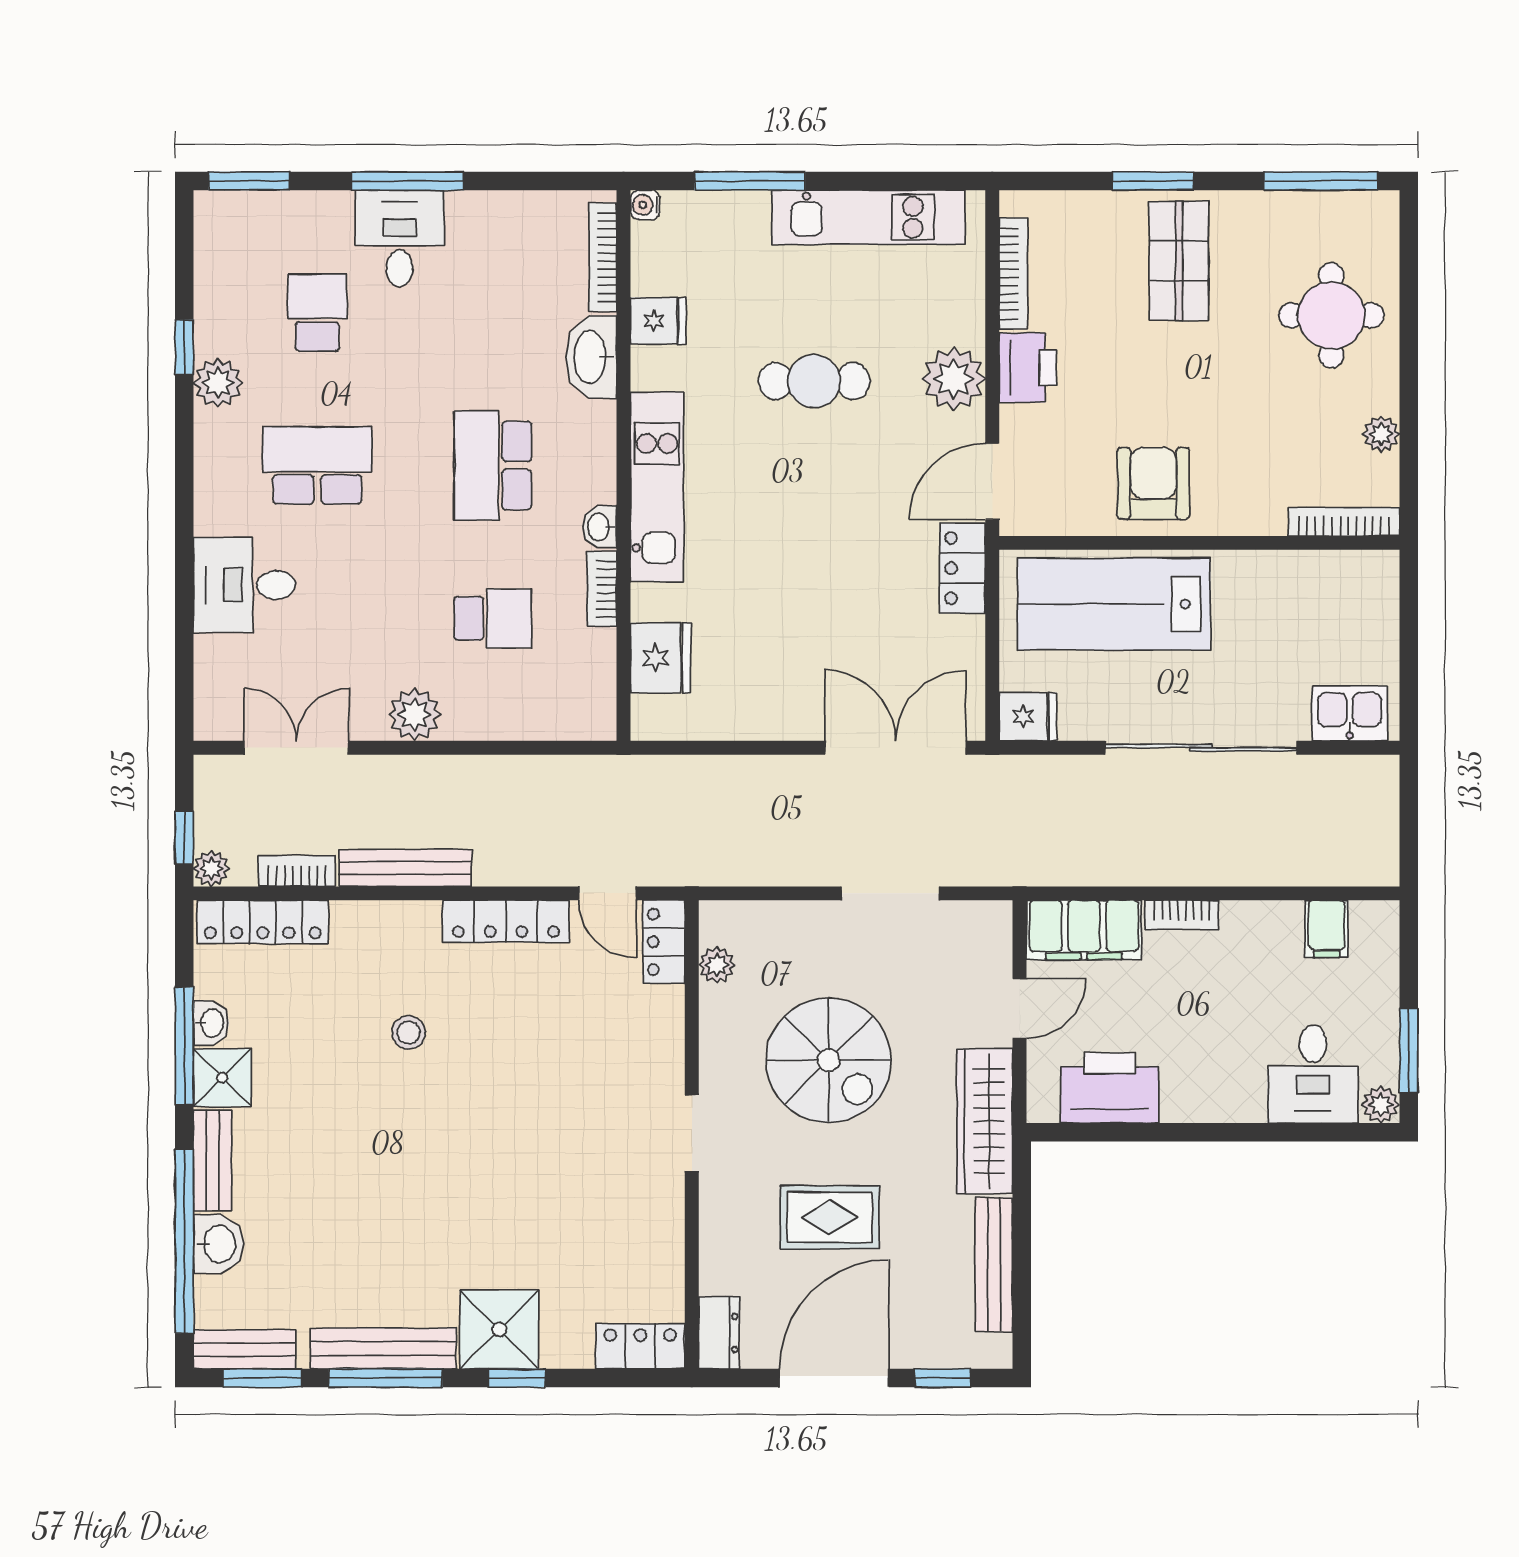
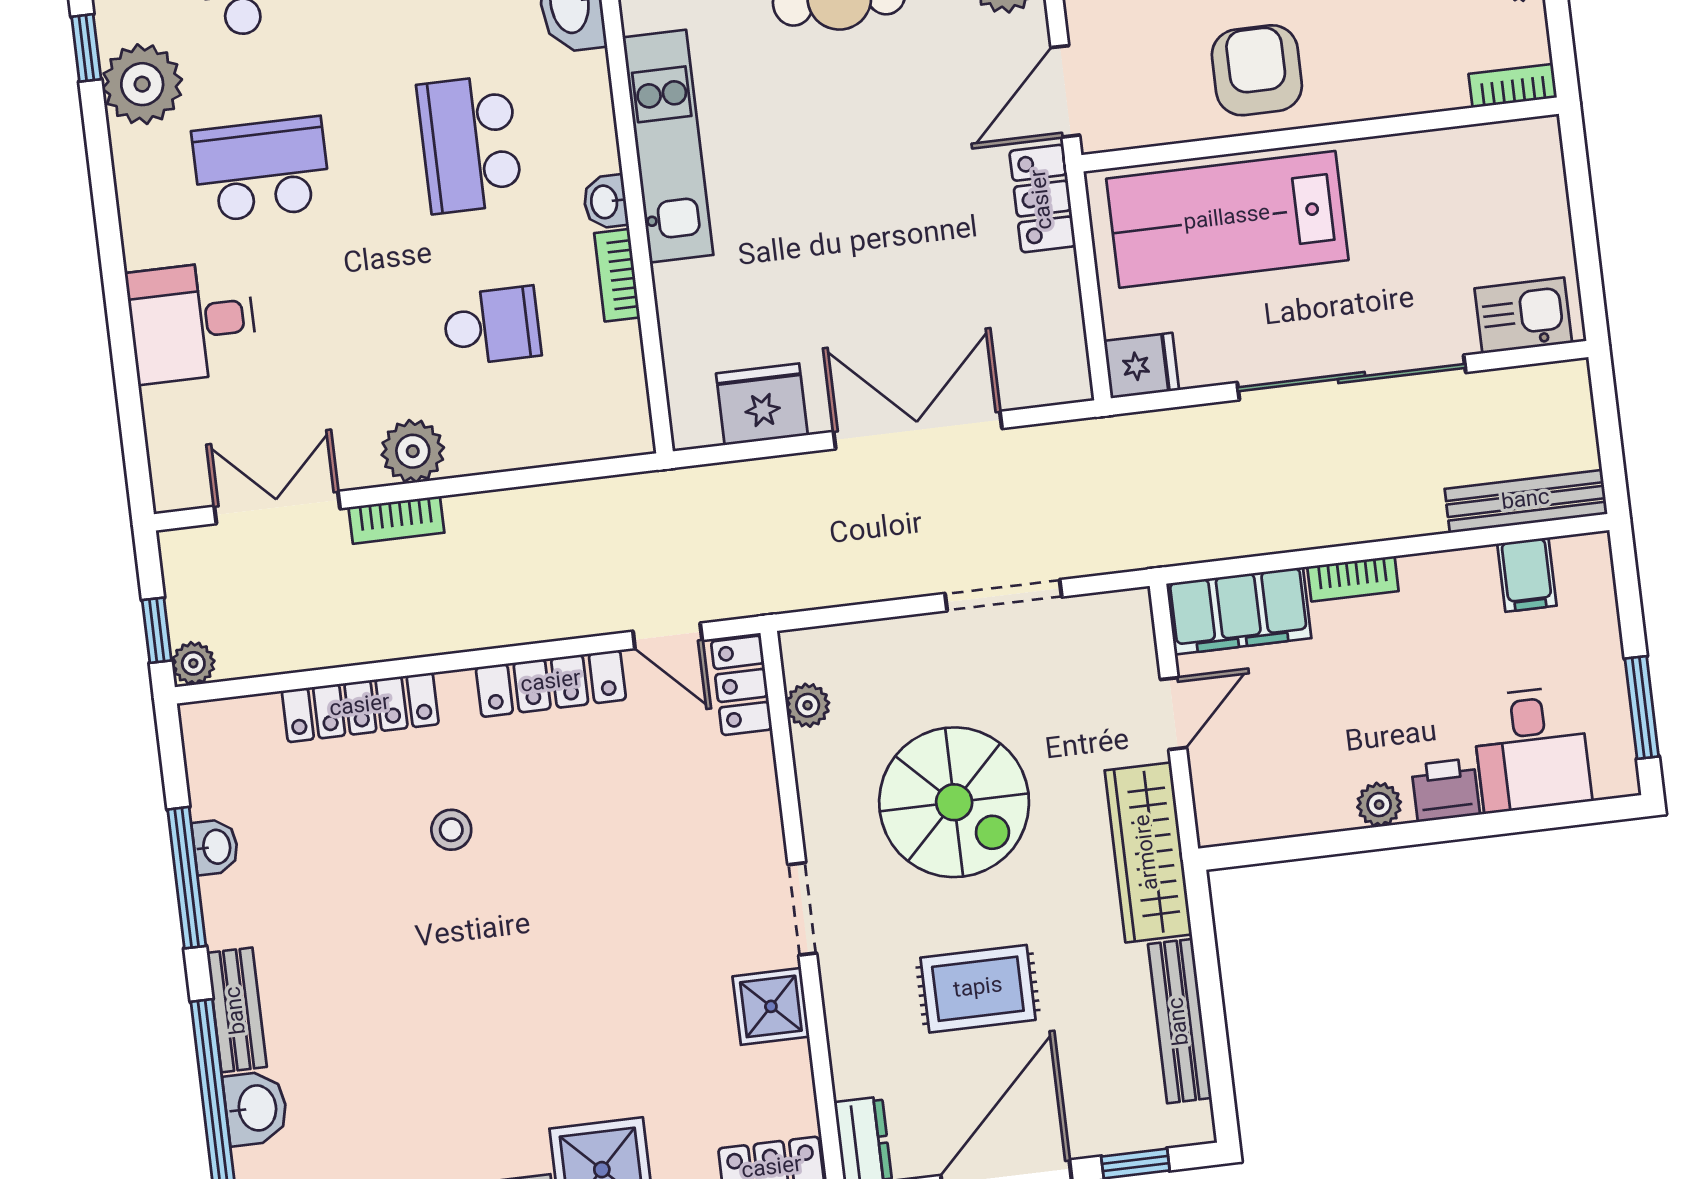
plant: (218, 383) -> (142, 84), width x1.36, depth x1.36
bookcase: (1344, 522) -> (1513, 86), width x0.64
fridge: (661, 658) -> (762, 404), moved, turned -90
double door: (895, 748) -> (918, 430), moved
bench: (405, 868) -> (1526, 501), moved
bookcase: (297, 871) -> (396, 520), moved, turned 180
locker: (263, 922) -> (360, 707), moved
shower: (222, 1078) -> (771, 1006), moved
printer: (1110, 1088) -> (1446, 790), moved, width x0.53, depth x0.68
plant: (1381, 1105) -> (1379, 805), moved

